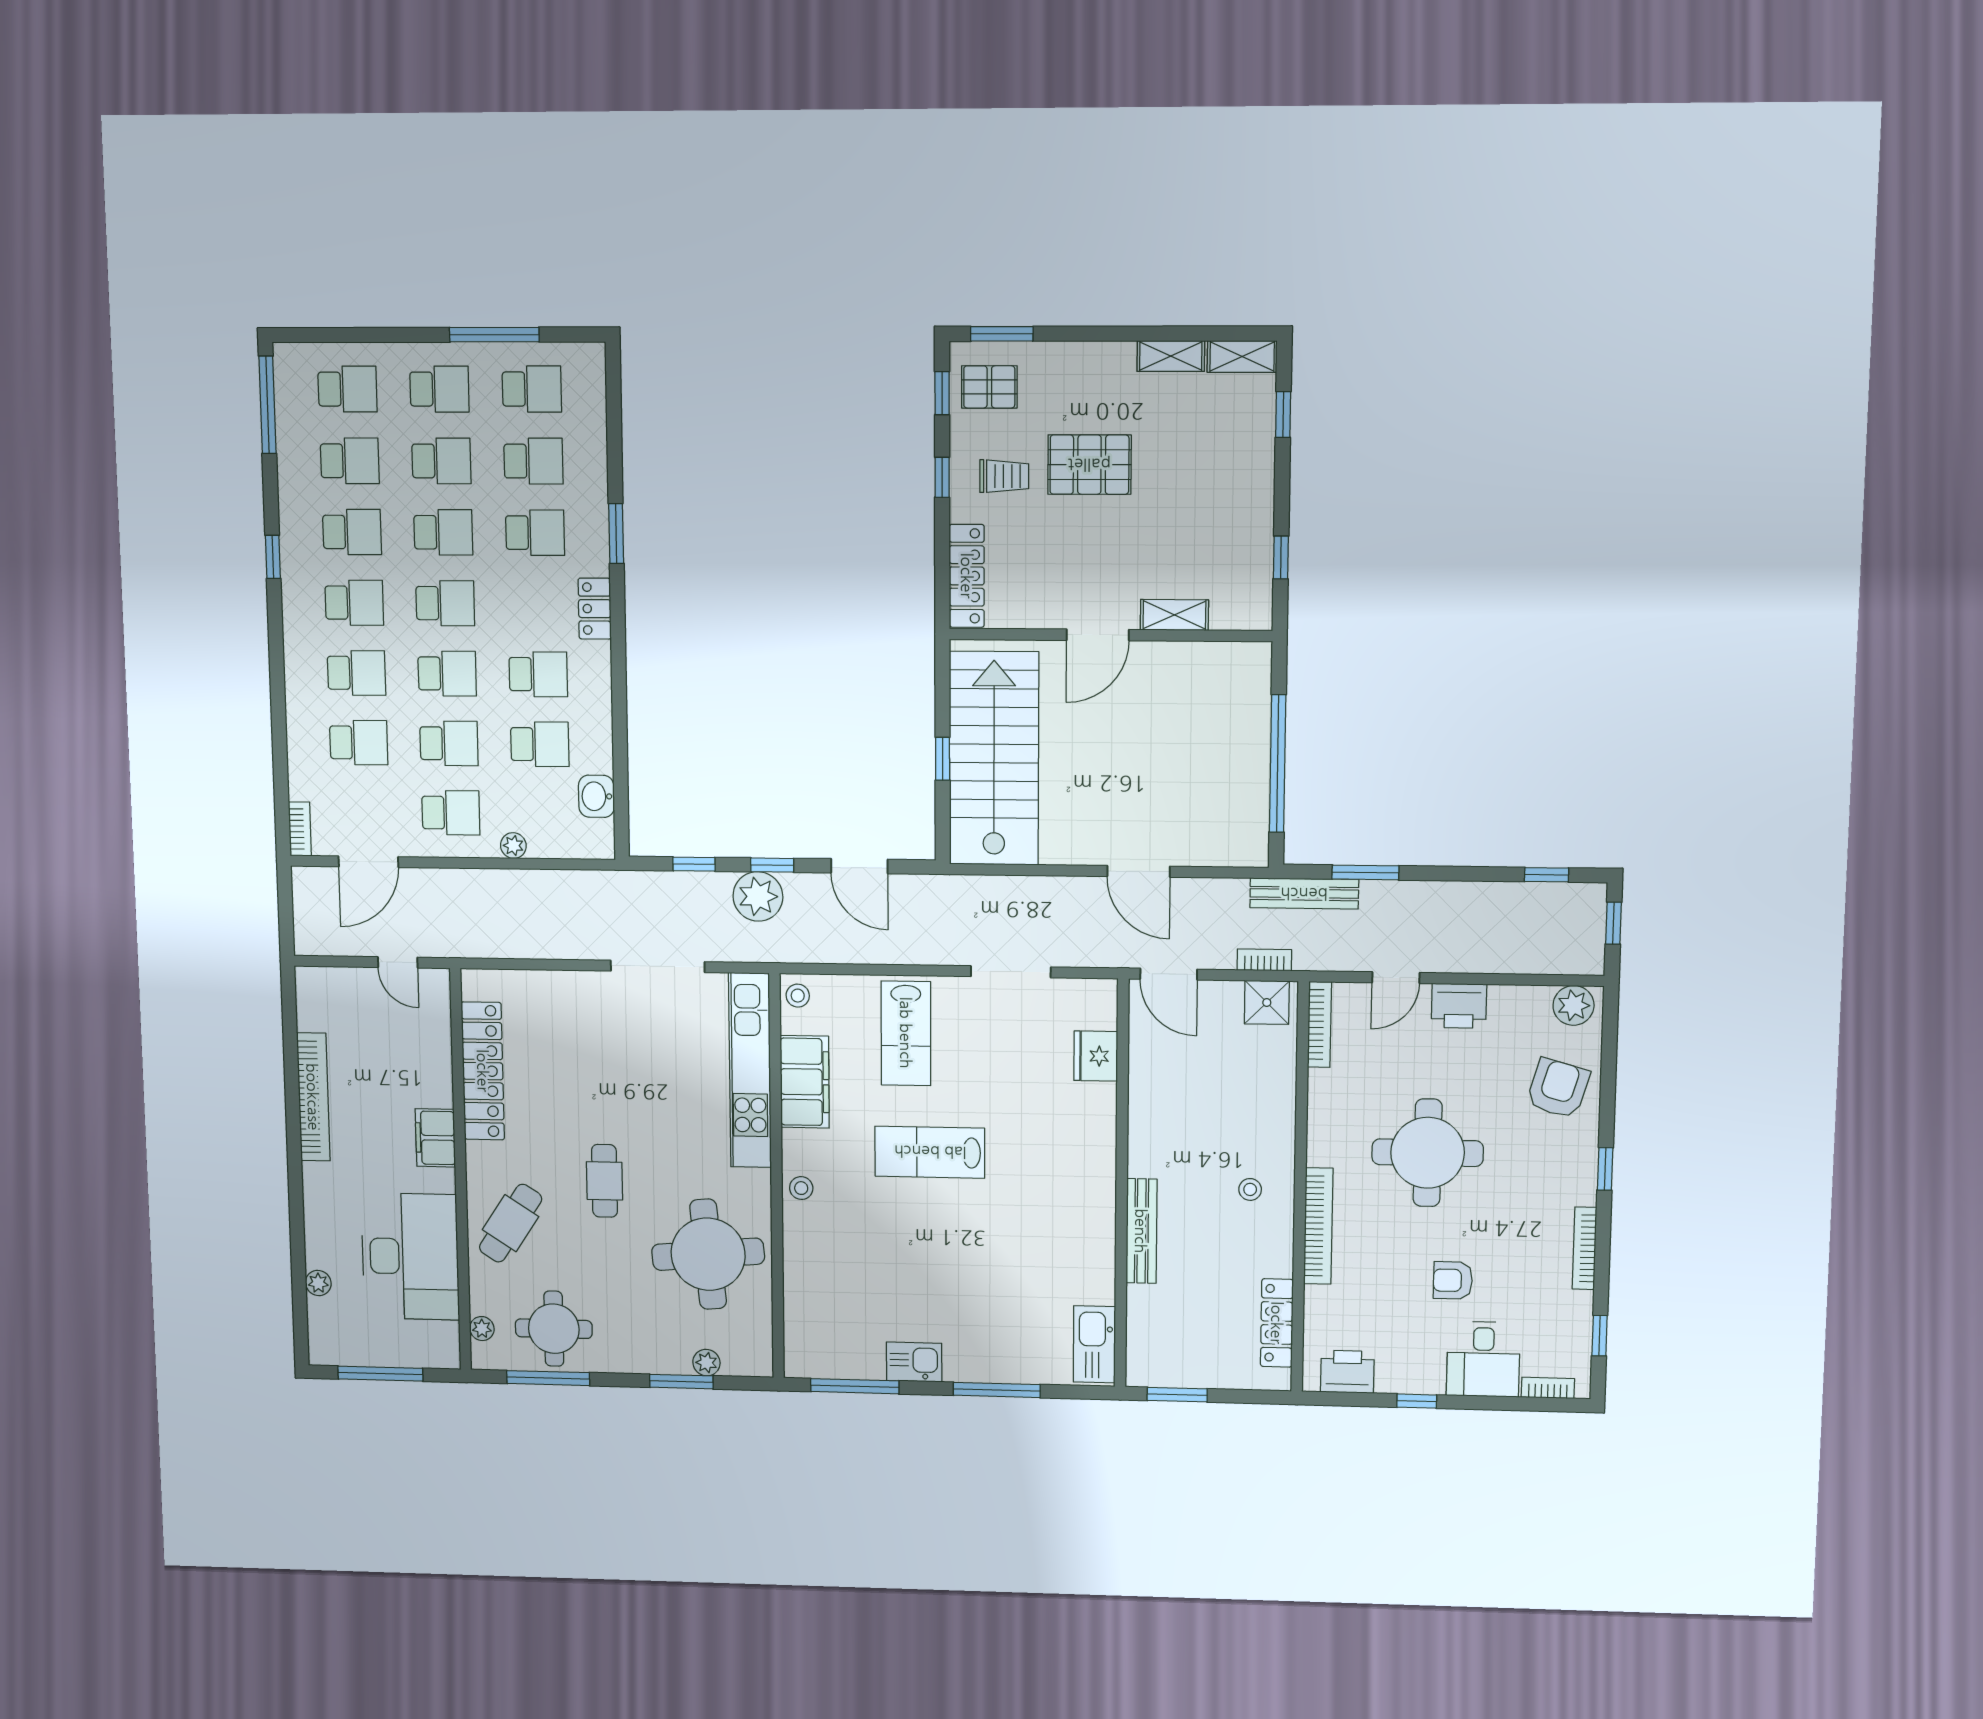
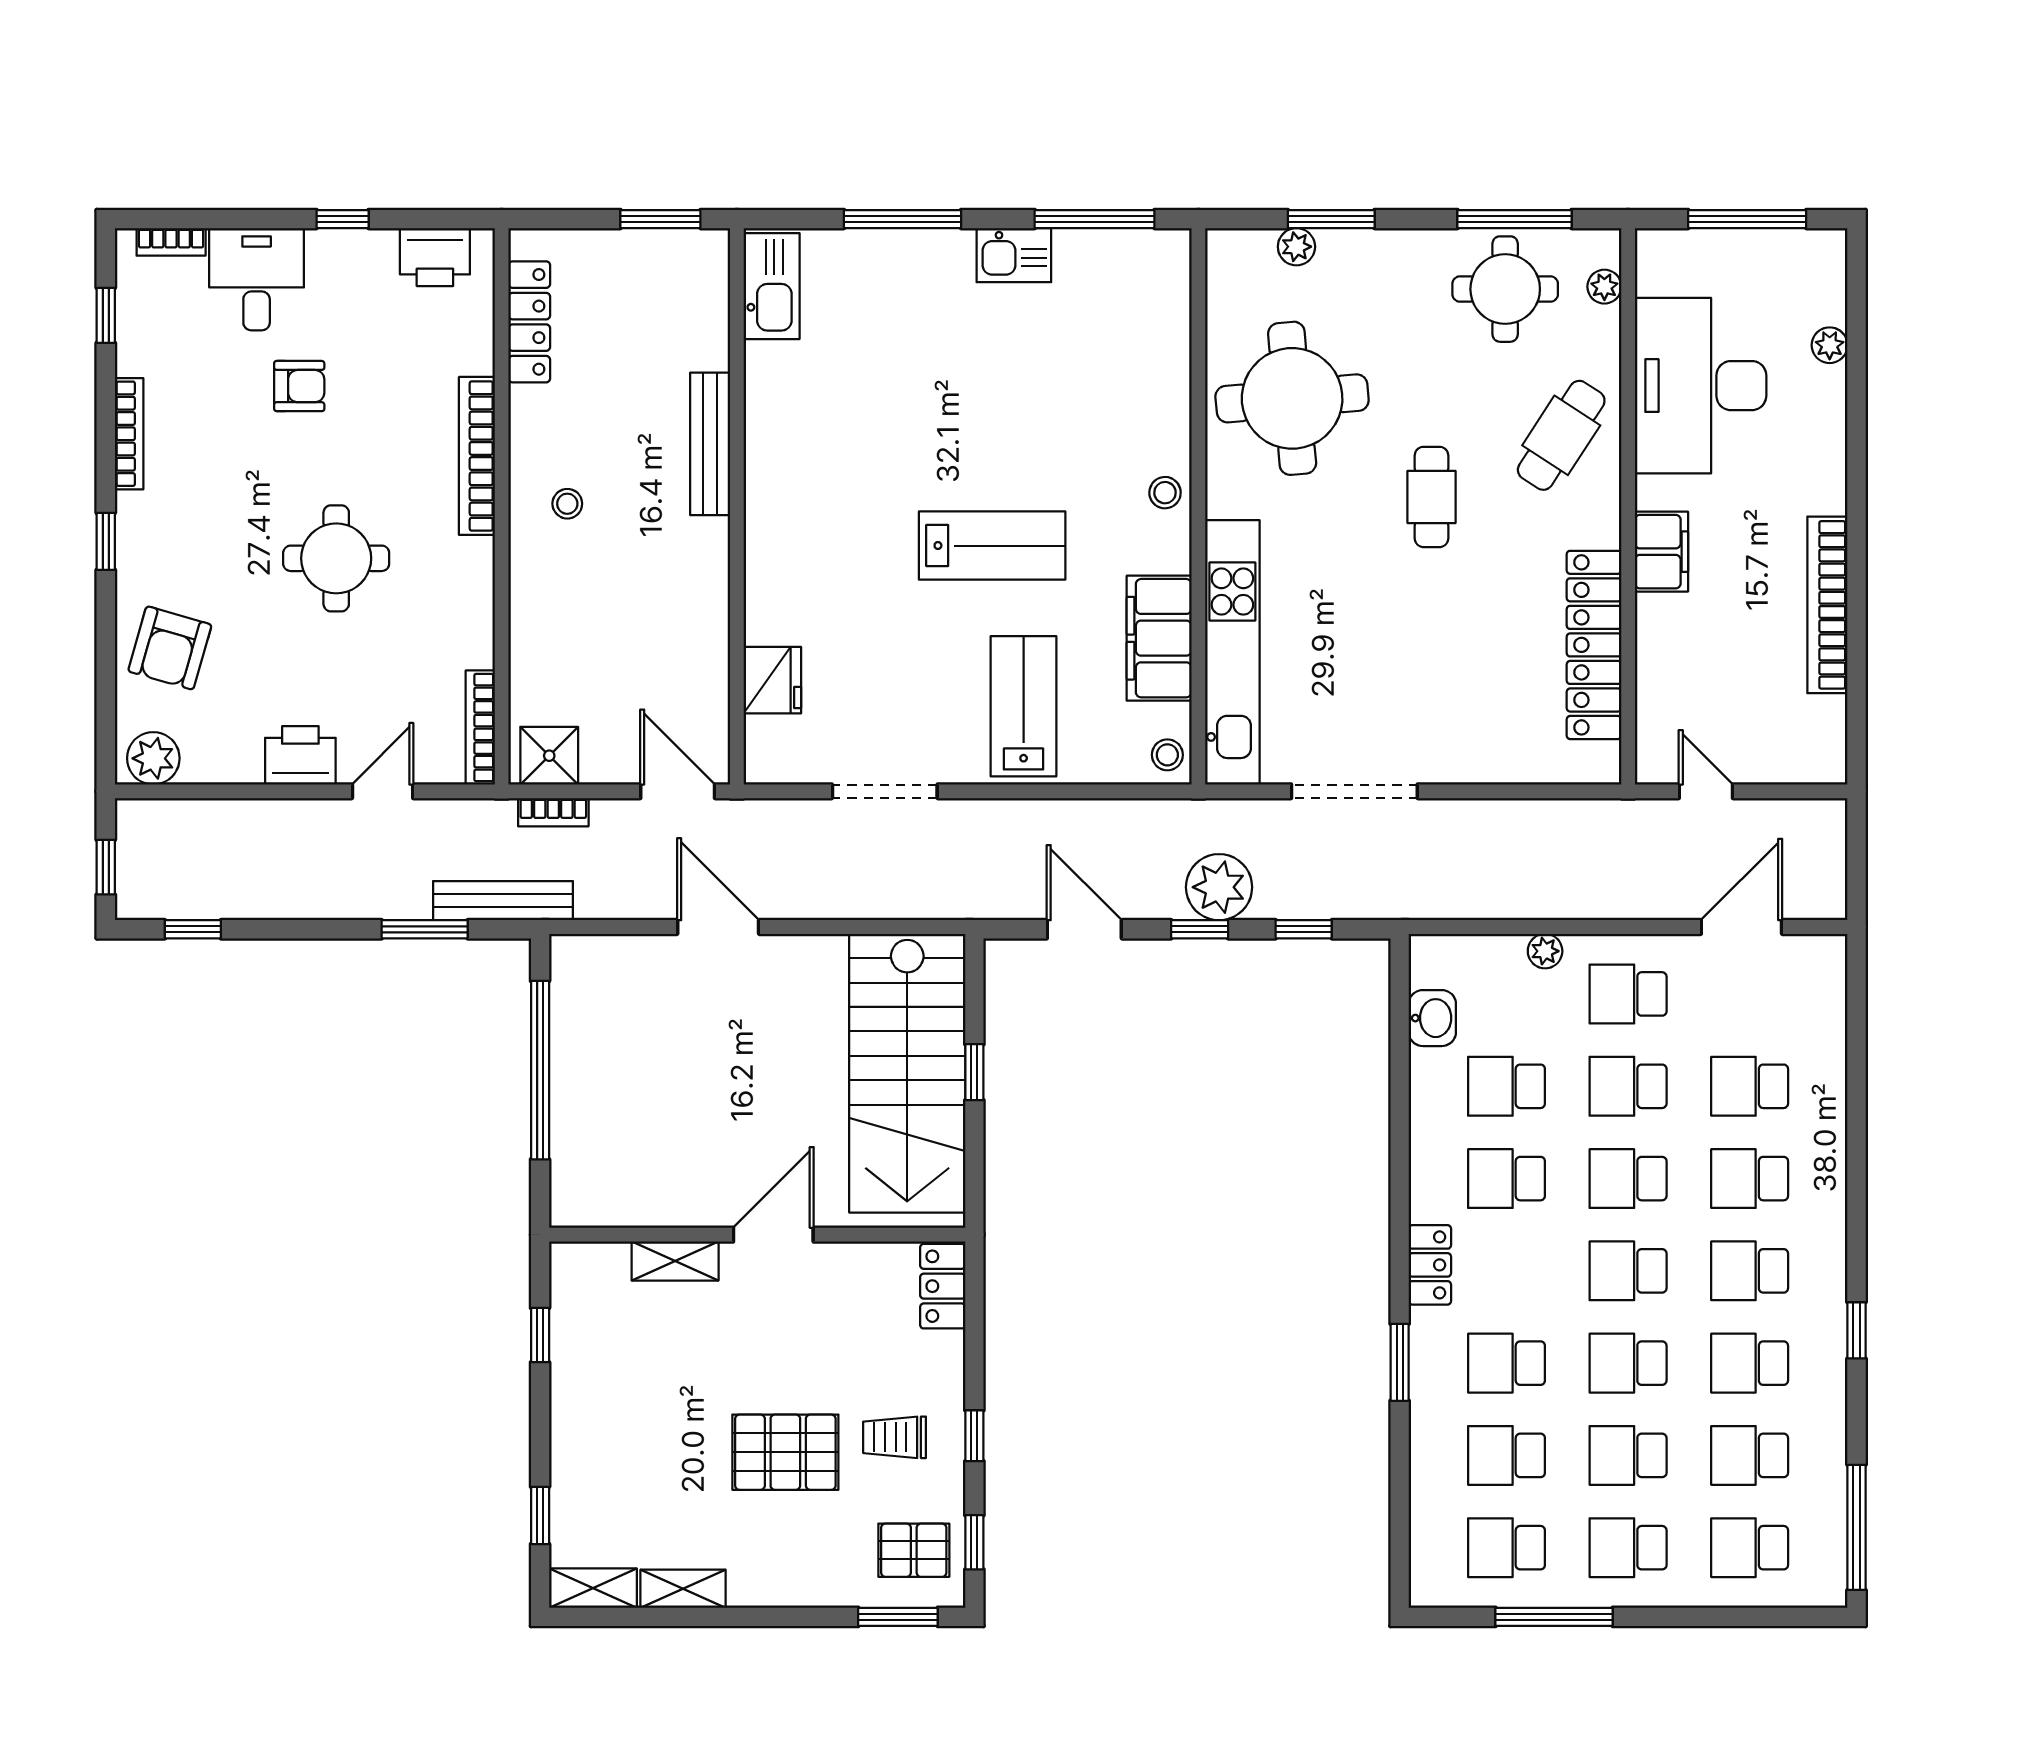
locker: (967, 576) -> (943, 1286), width x0.66
bookcase: (300, 829) -> (1833, 970), removed
round table: (1428, 1153) -> (336, 558), width x0.73, depth x0.73

